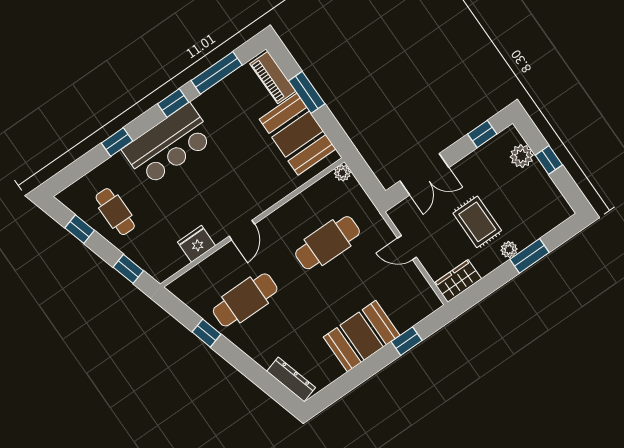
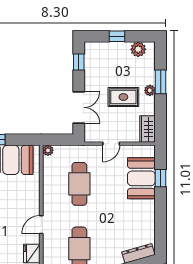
plant: (522, 156) -> (138, 49), moved
door: (242, 230) -> (41, 225), swing flipped
booth: (362, 336) -> (141, 178), moved

